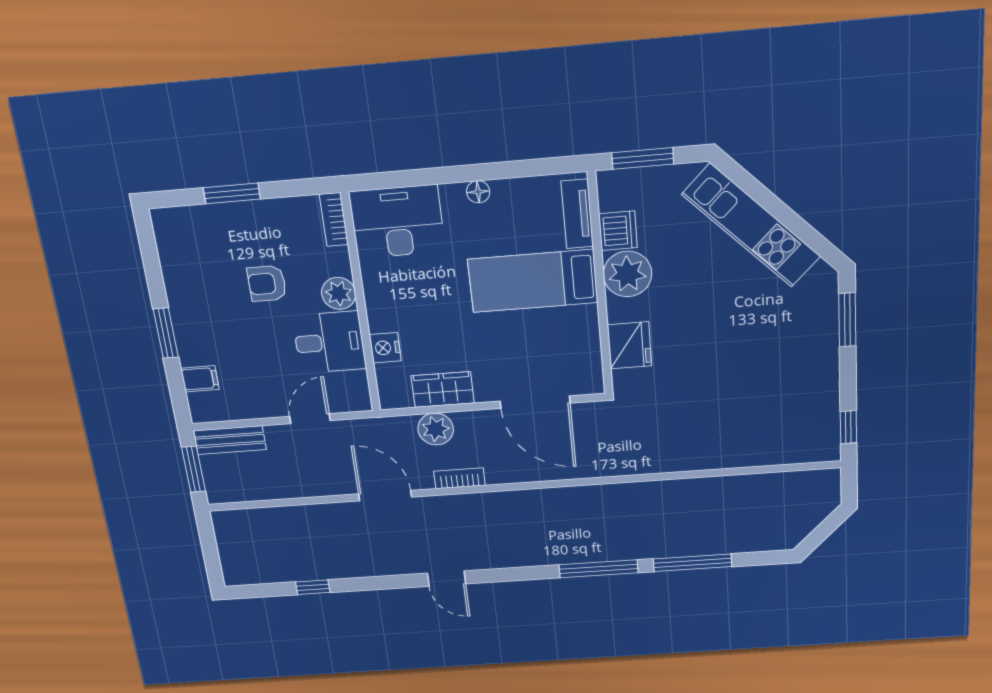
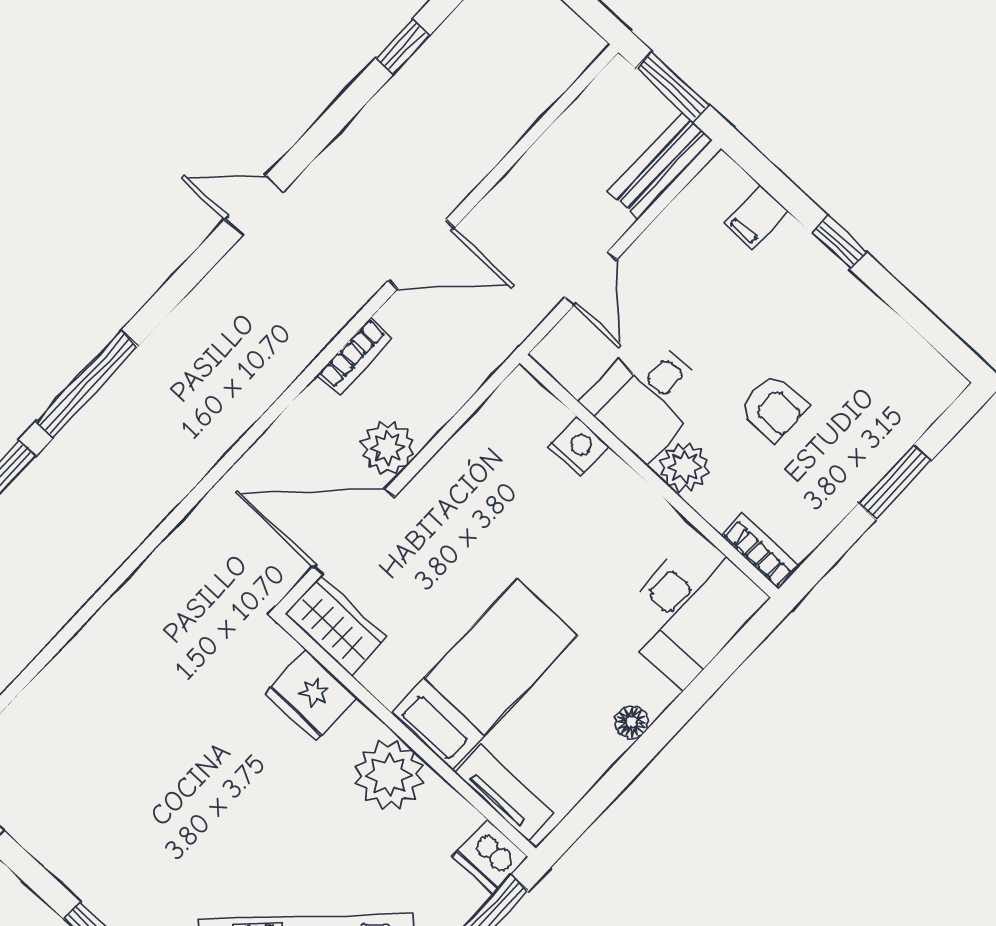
dishwasher: (618, 231) -> (490, 857), moved
armchair: (267, 284) -> (773, 408), turned 90
window: (166, 333) -> (839, 242), width x0.67
wardrobe: (443, 389) -> (336, 626), moved, turned -90
plant: (436, 429) -> (388, 448), moved

